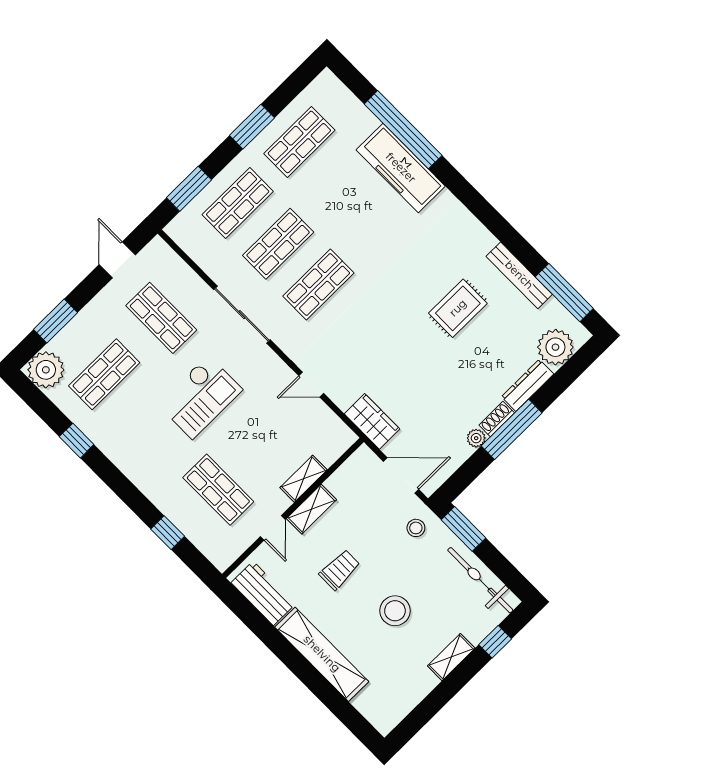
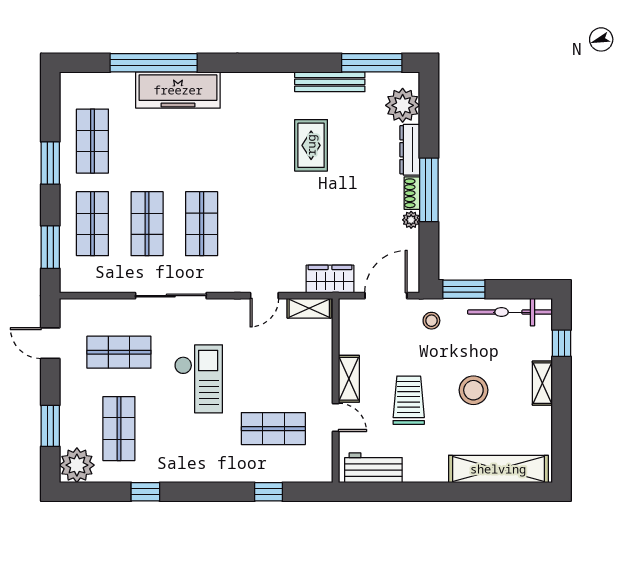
shelving: (304, 479) -> (309, 308), moved, turned 90
trolley: (340, 570) -> (409, 400), width x1.36, depth x1.39
shelving: (322, 654) -> (498, 469), moved

